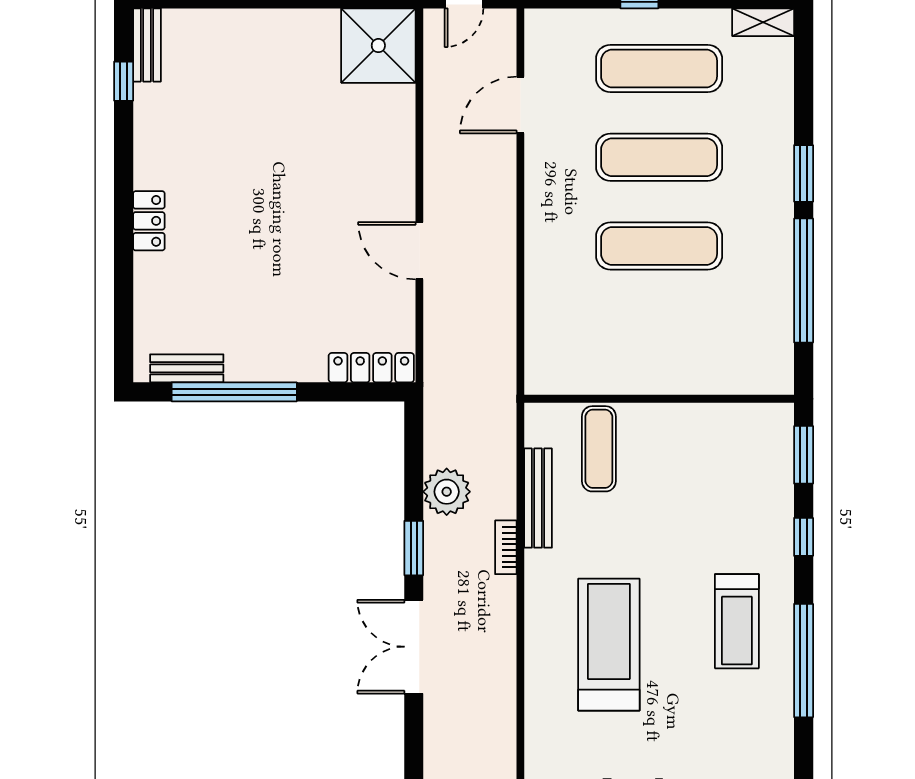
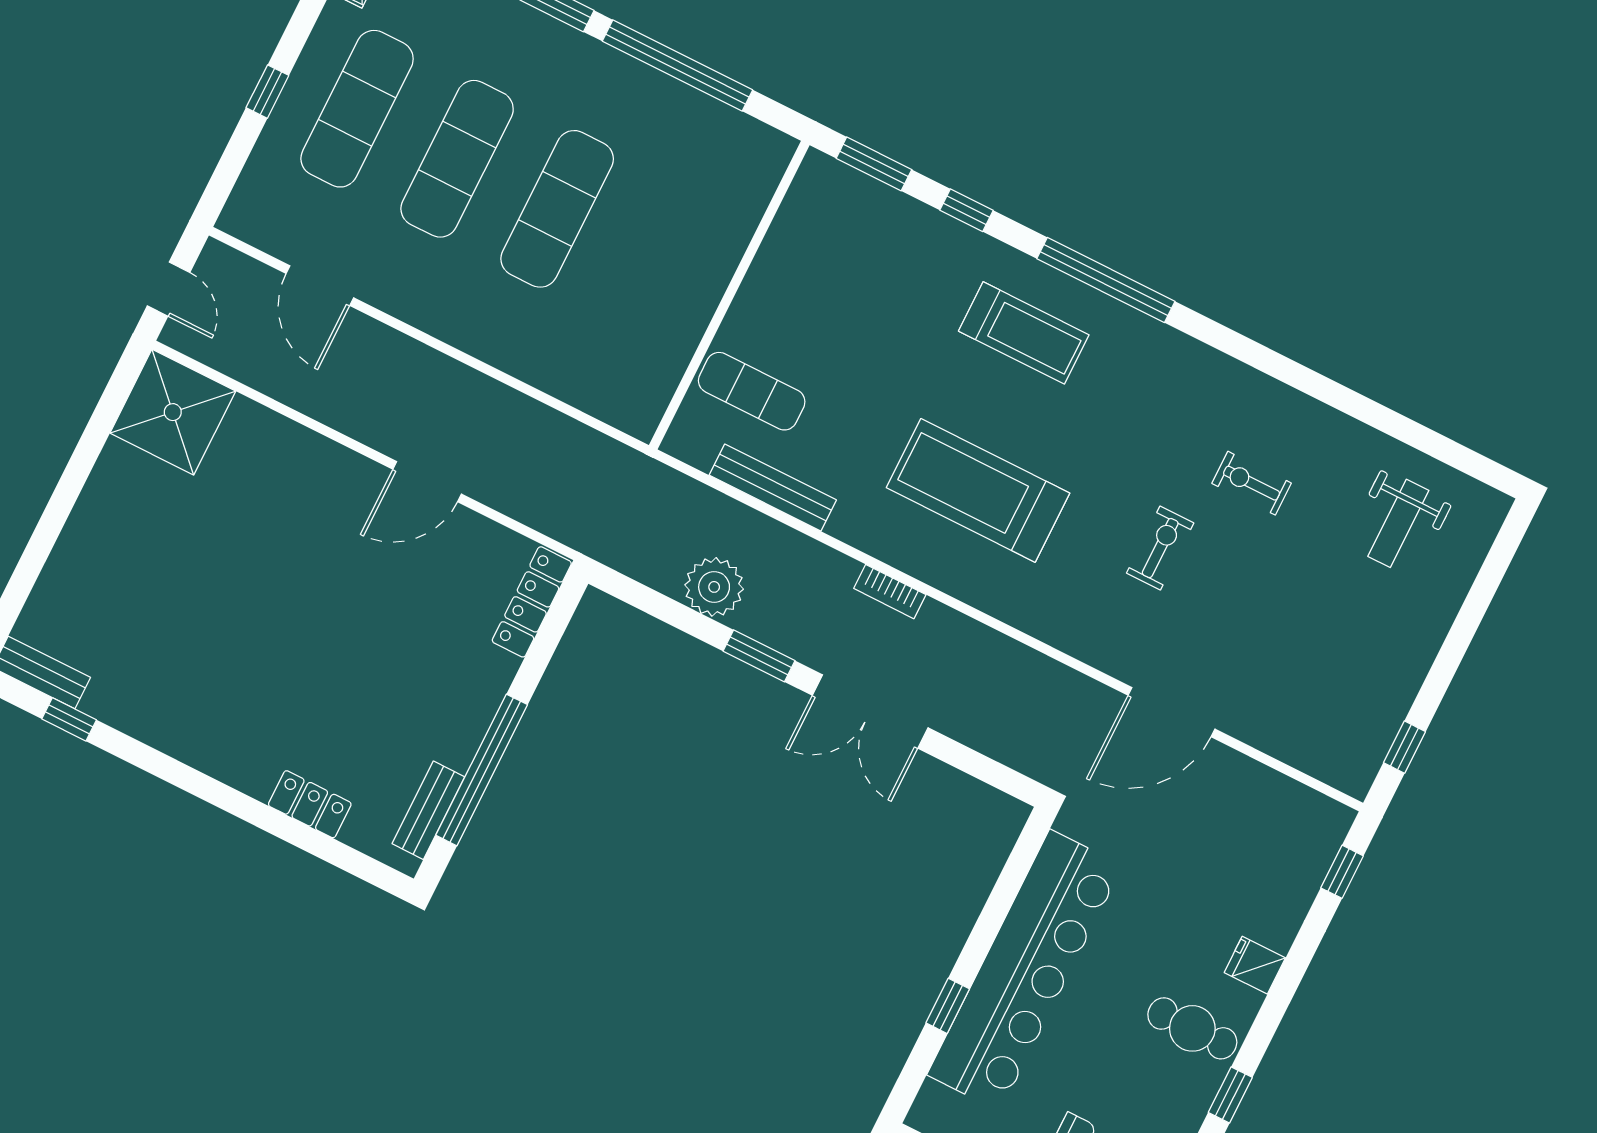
locker: (149, 221) -> (310, 804), moved
bookcase: (506, 547) -> (890, 592), moved

